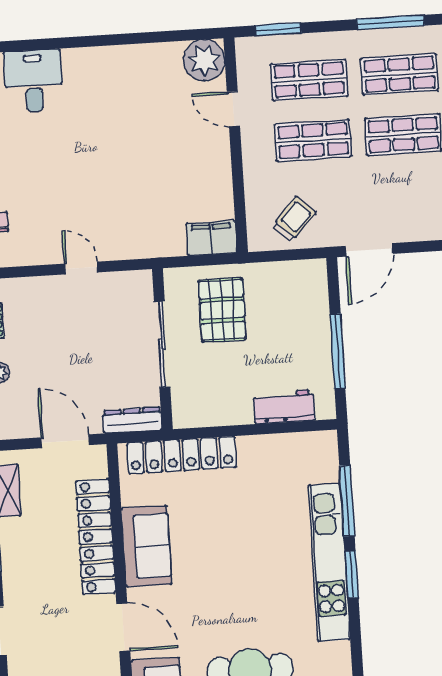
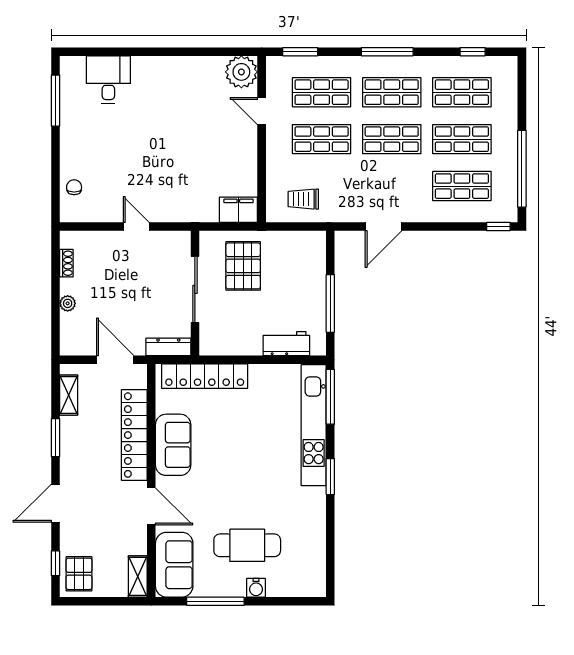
trolley: (294, 219) -> (303, 199), turned -133
door: (369, 250) -> (383, 227), moved
window: (347, 501) -> (330, 397), moved
kitchen unit: (329, 562) -> (314, 425), moved

